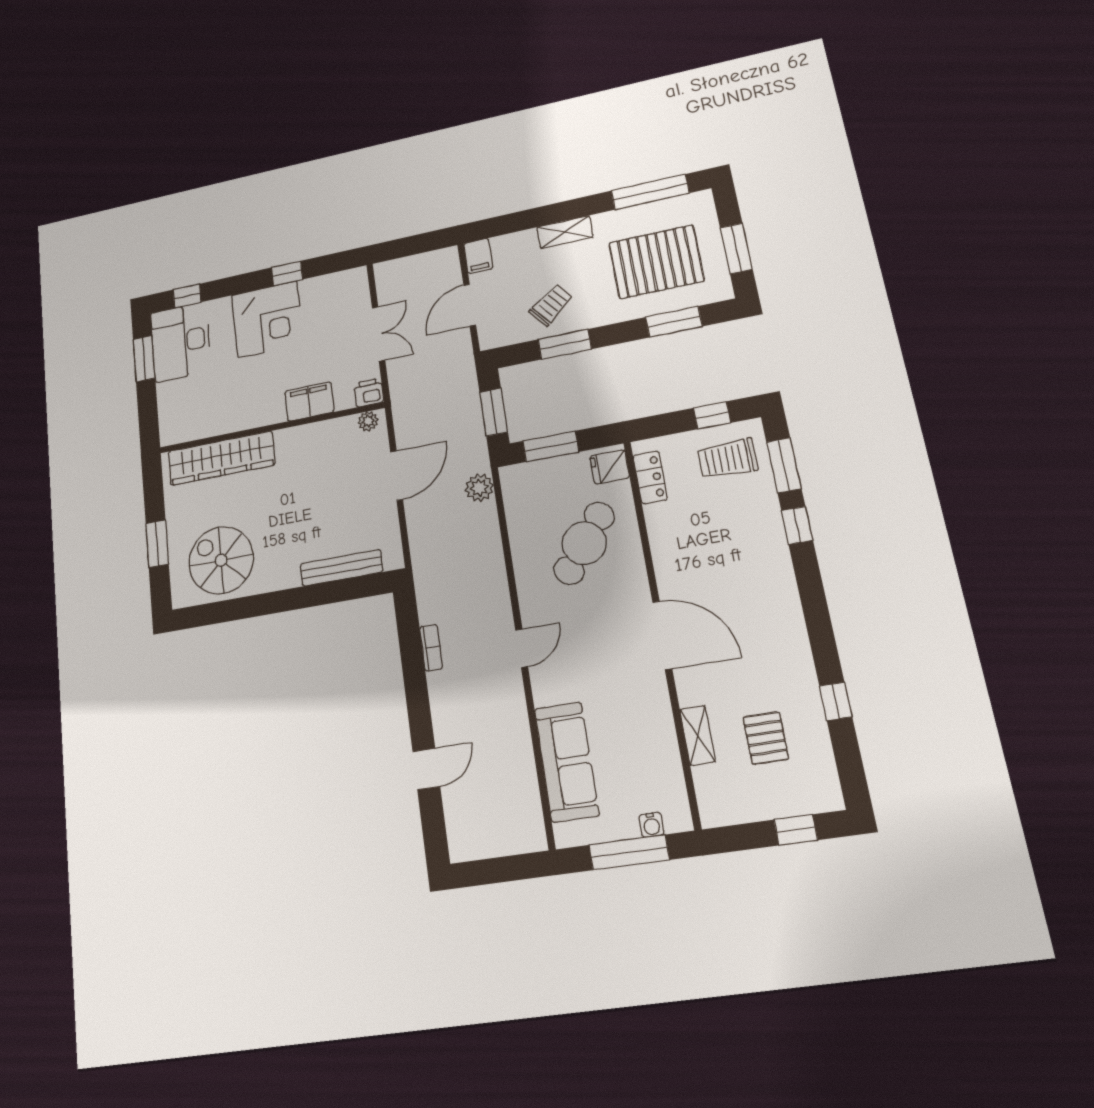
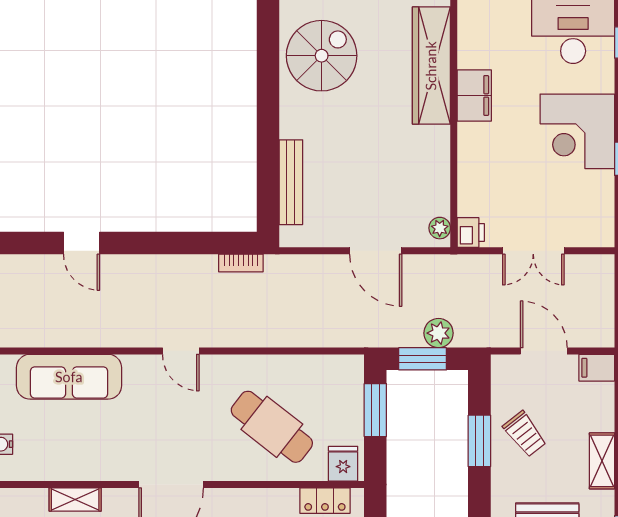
filing cabinet: (309, 402) -> (474, 95), moved
plant: (479, 488) -> (439, 333), moved
bookcase: (431, 648) -> (241, 263), moved

